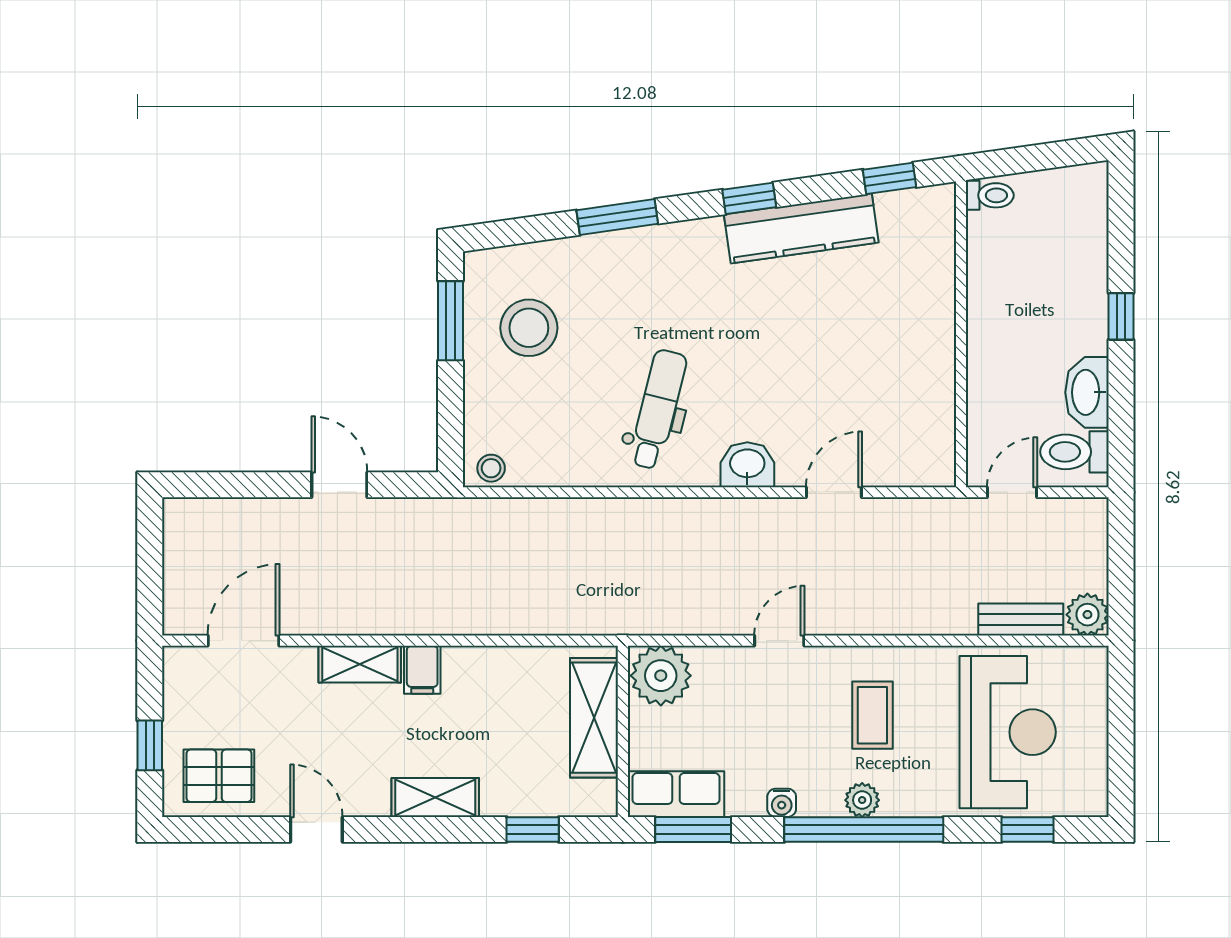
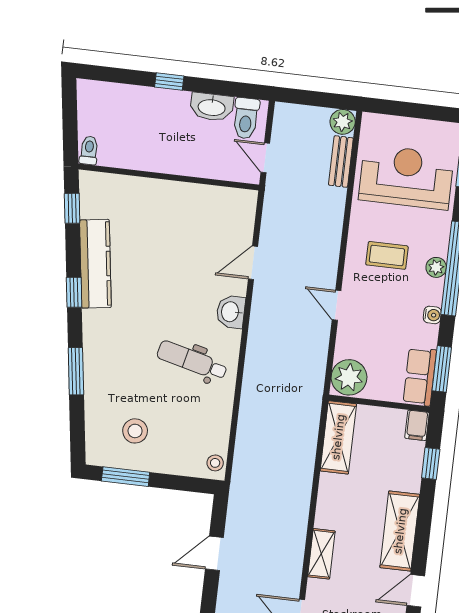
stool: (529, 328) -> (135, 431), width x0.73, depth x0.73
door: (834, 492) -> (253, 263), hinge flipped
filing cabinet: (422, 670) -> (417, 425), moved, turned 90
shelving: (594, 718) -> (338, 437), moved, turned 90
shelving: (435, 797) -> (400, 531), width x1.50, depth x1.33

